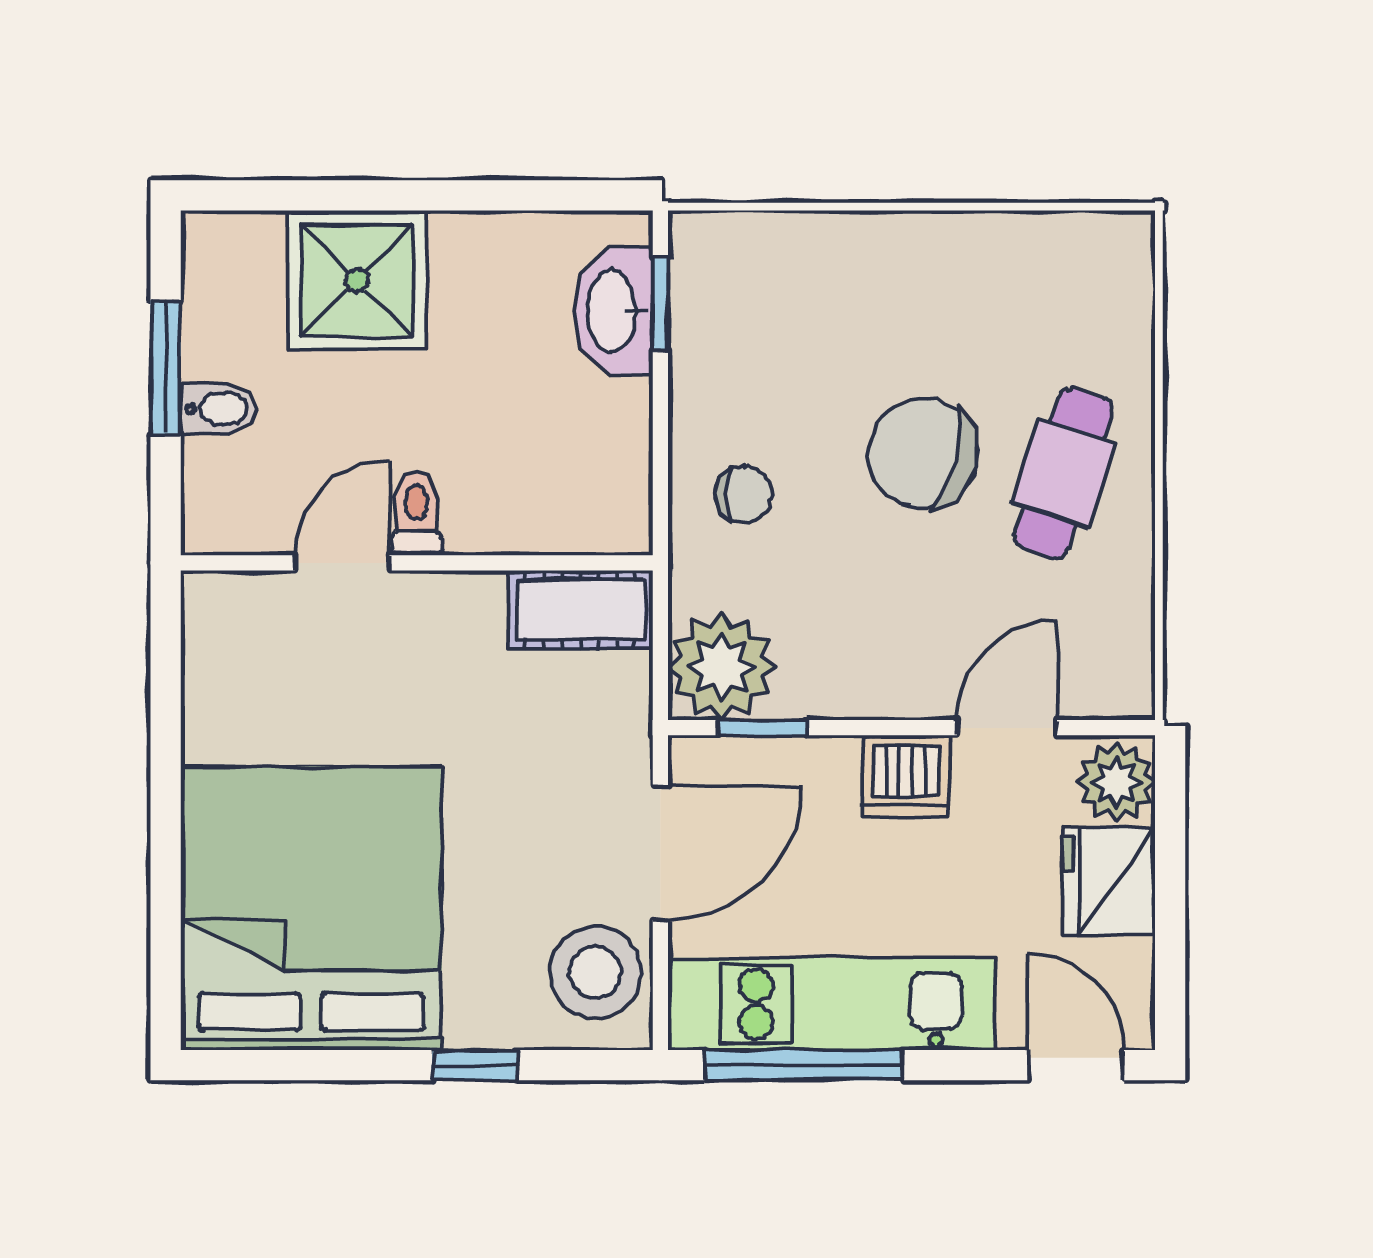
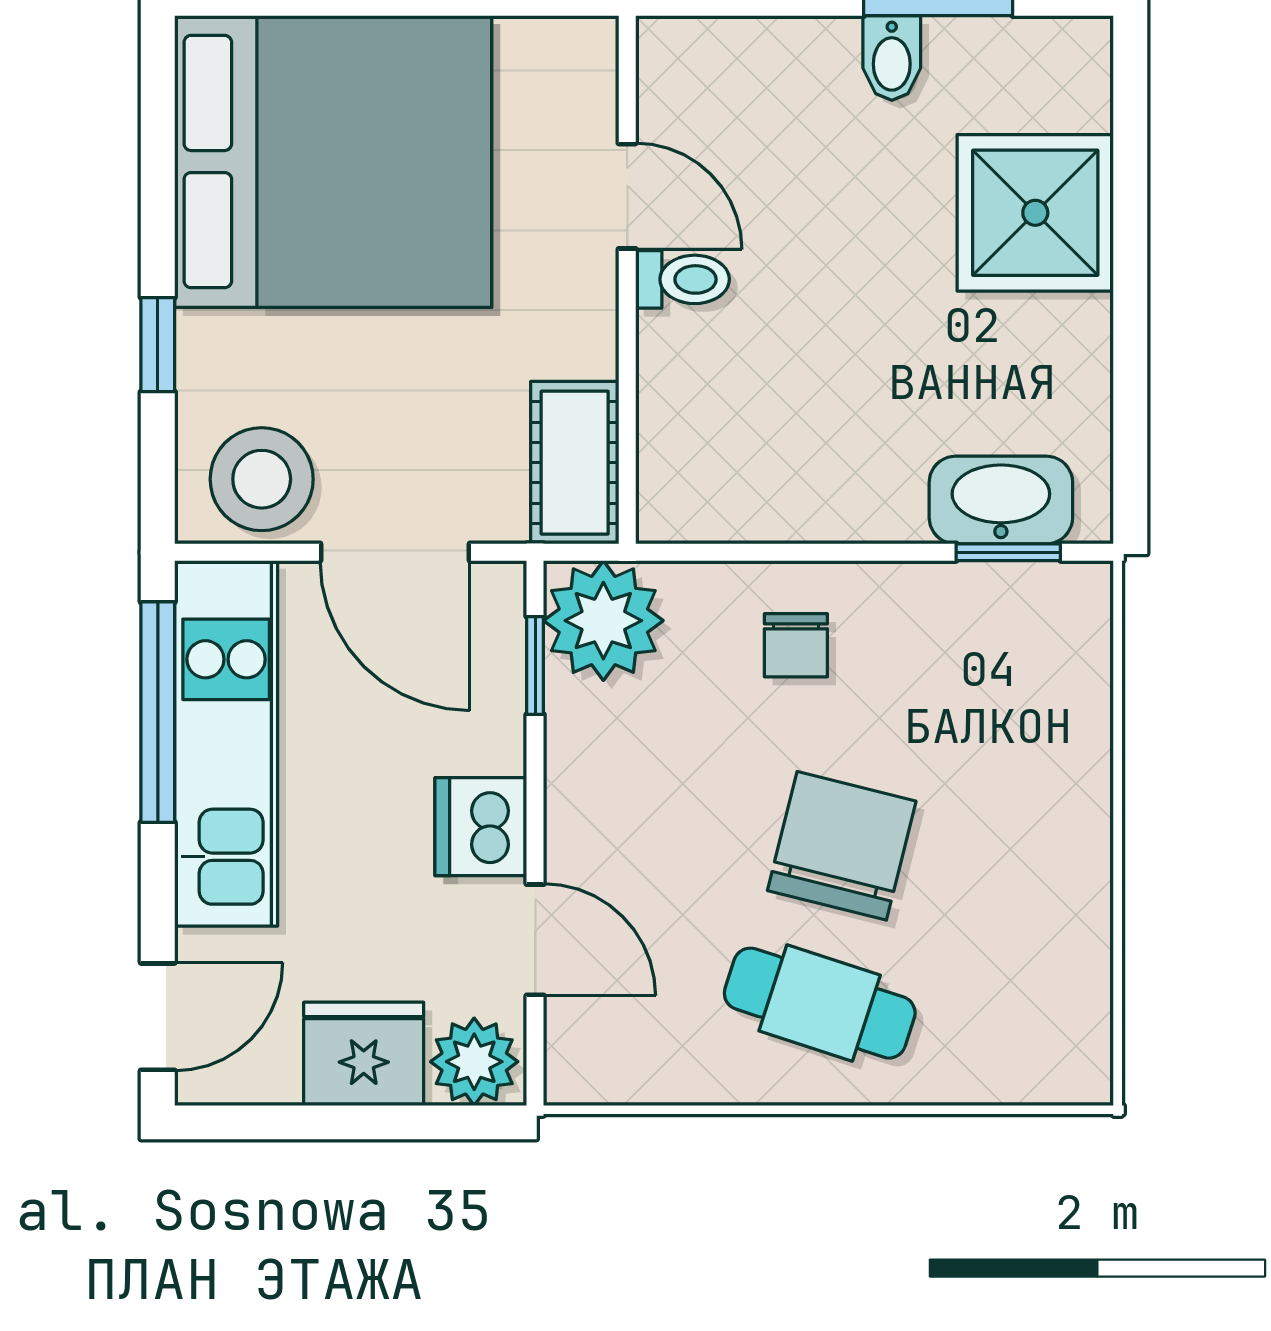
toilet: (417, 513) -> (682, 279), moved
door: (342, 563) -> (627, 196), moved
wall: (417, 563) -> (627, 280), moved
cot: (580, 610) -> (575, 463), moved

